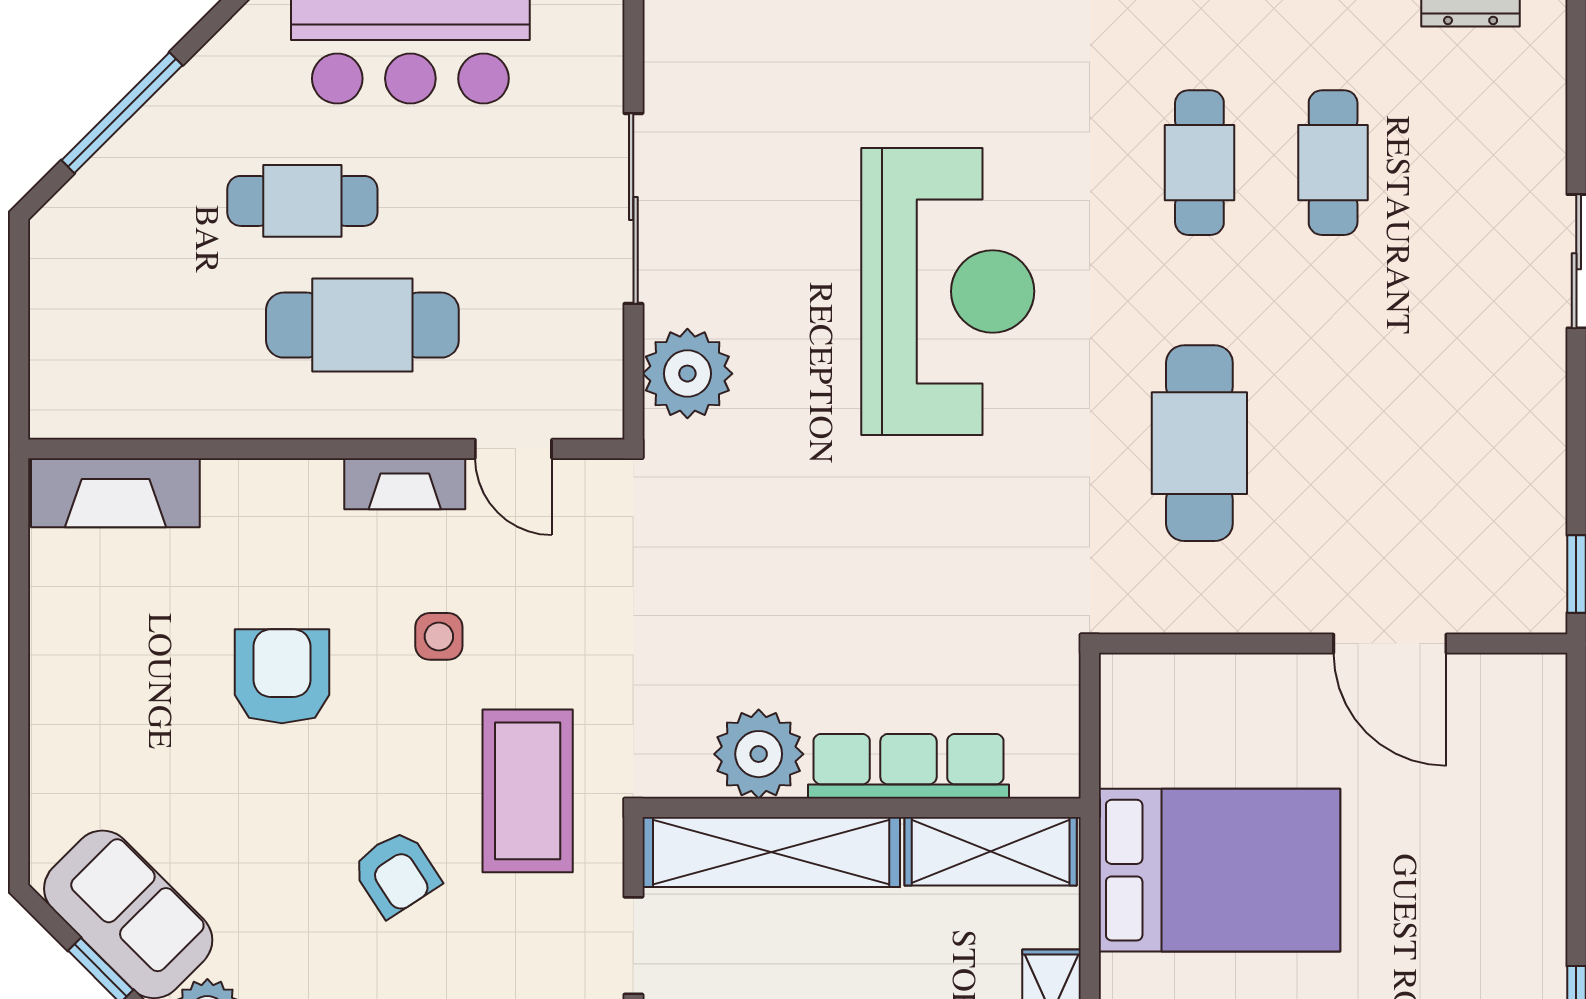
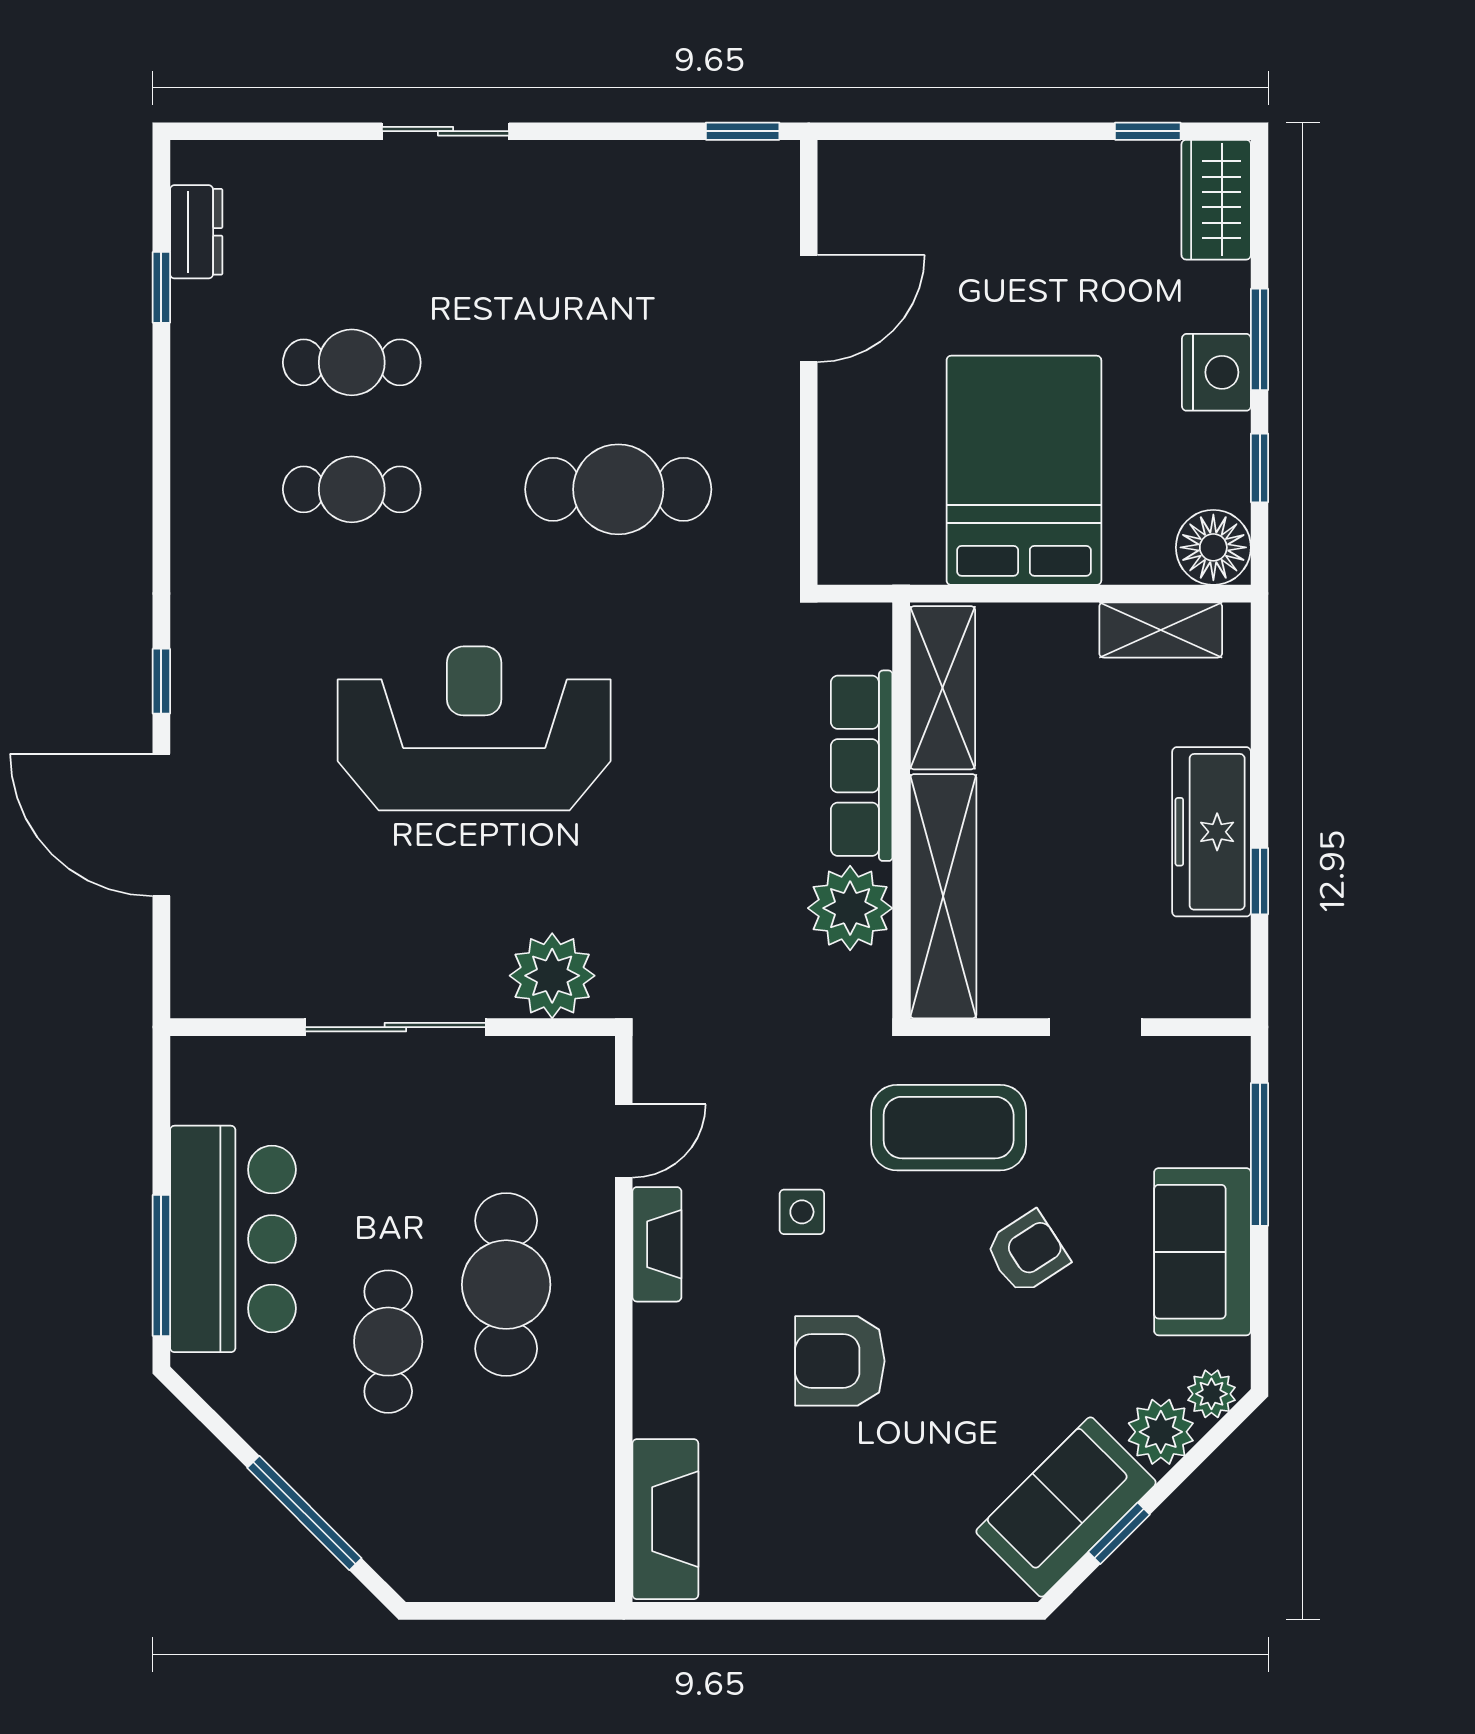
plant: (759, 754) -> (850, 908), moved
row of seats: (908, 766) -> (862, 766), moved
wall: (862, 808) -> (901, 810), moved
shelving: (991, 851) -> (942, 688), moved
shelving: (771, 852) -> (943, 896), moved

